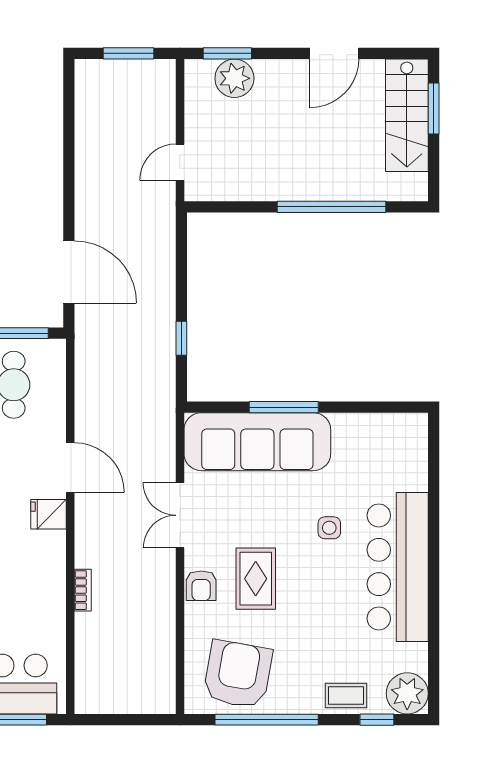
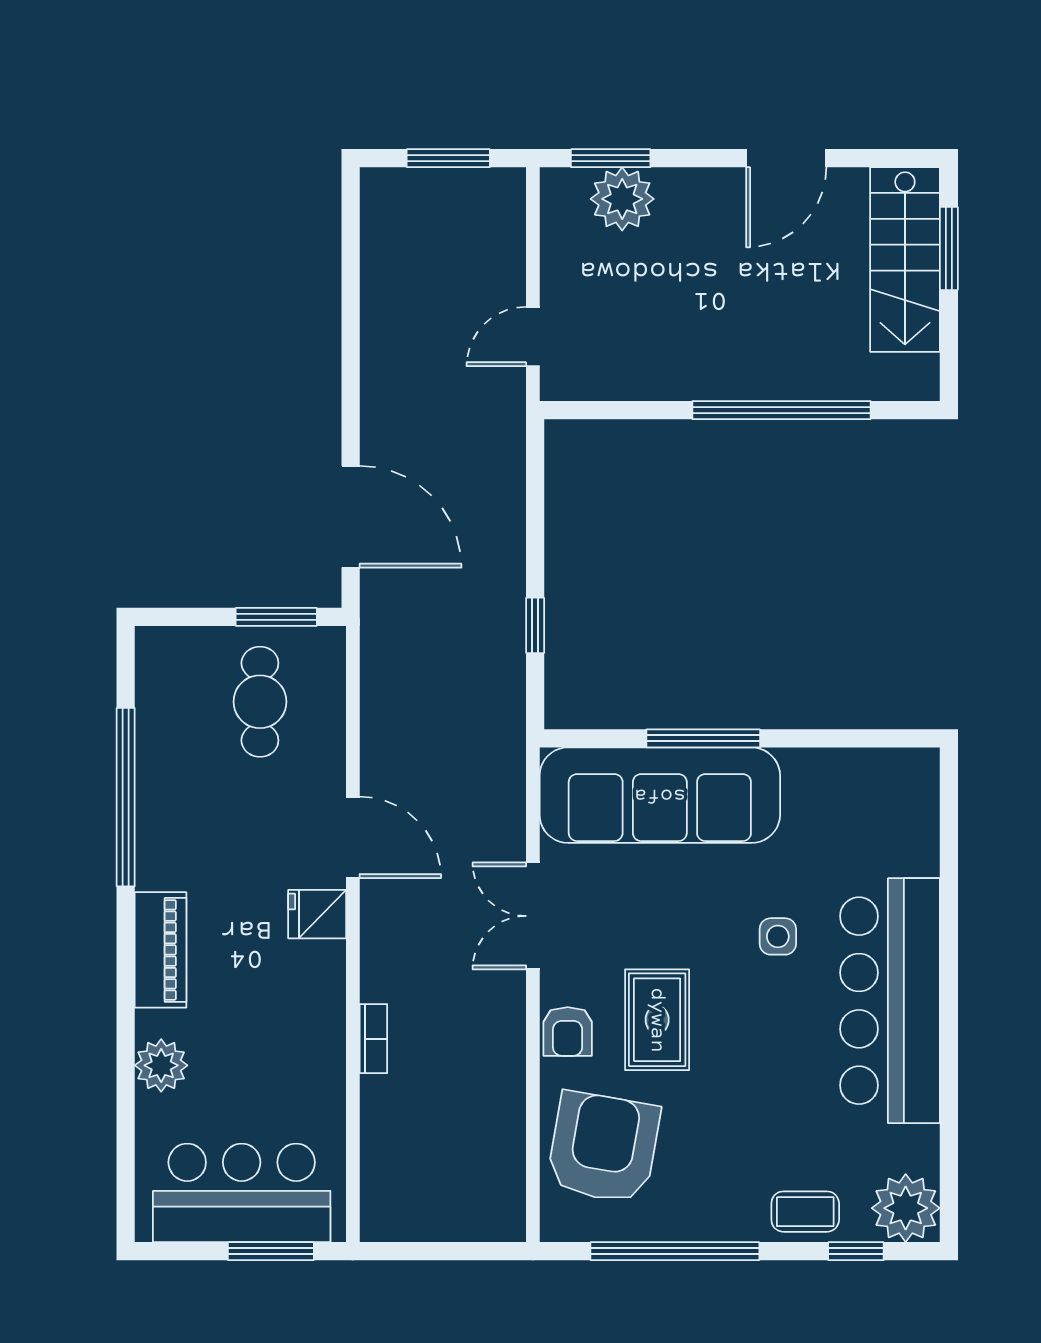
armchair: (238, 674) -> (603, 1148), moved

